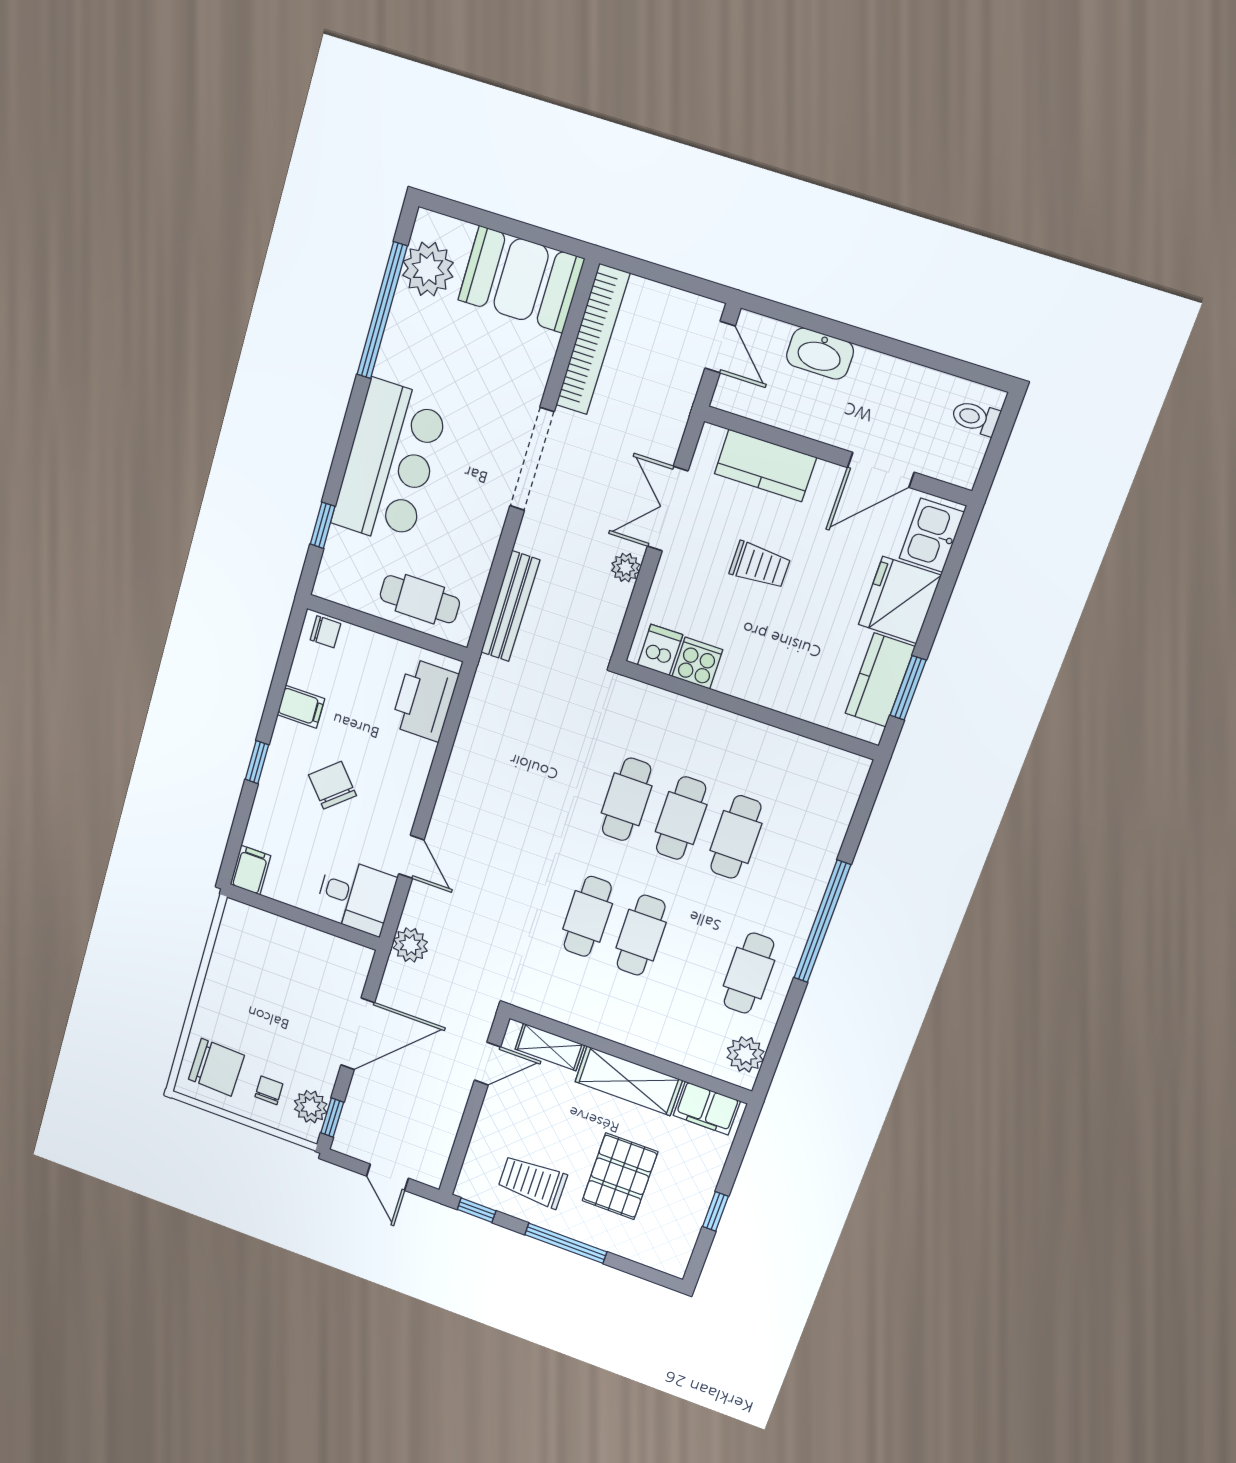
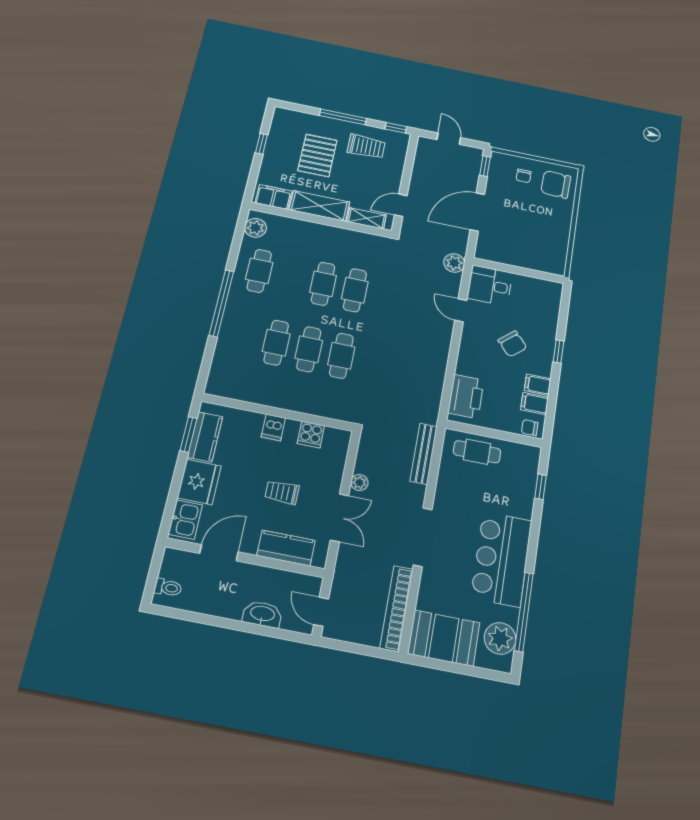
bar counter: (390, 463) -> (501, 559), moved
dishwasher: (660, 650) -> (273, 427), moved
filing cabinet: (250, 870) -> (534, 403), moved, turned 90
plant: (311, 1107) -> (498, 170), removed

